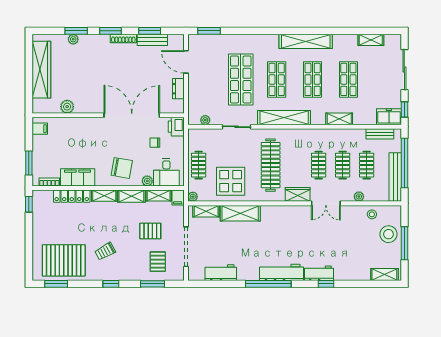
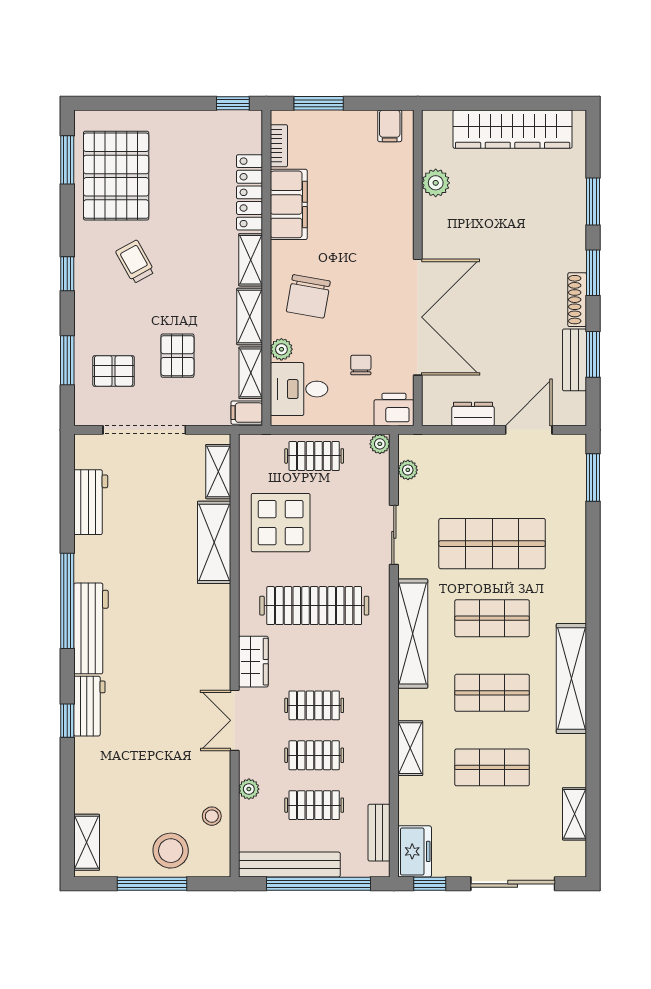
plant: (73, 39) -> (576, 195), removed
plant: (193, 197) -> (380, 444), moved

